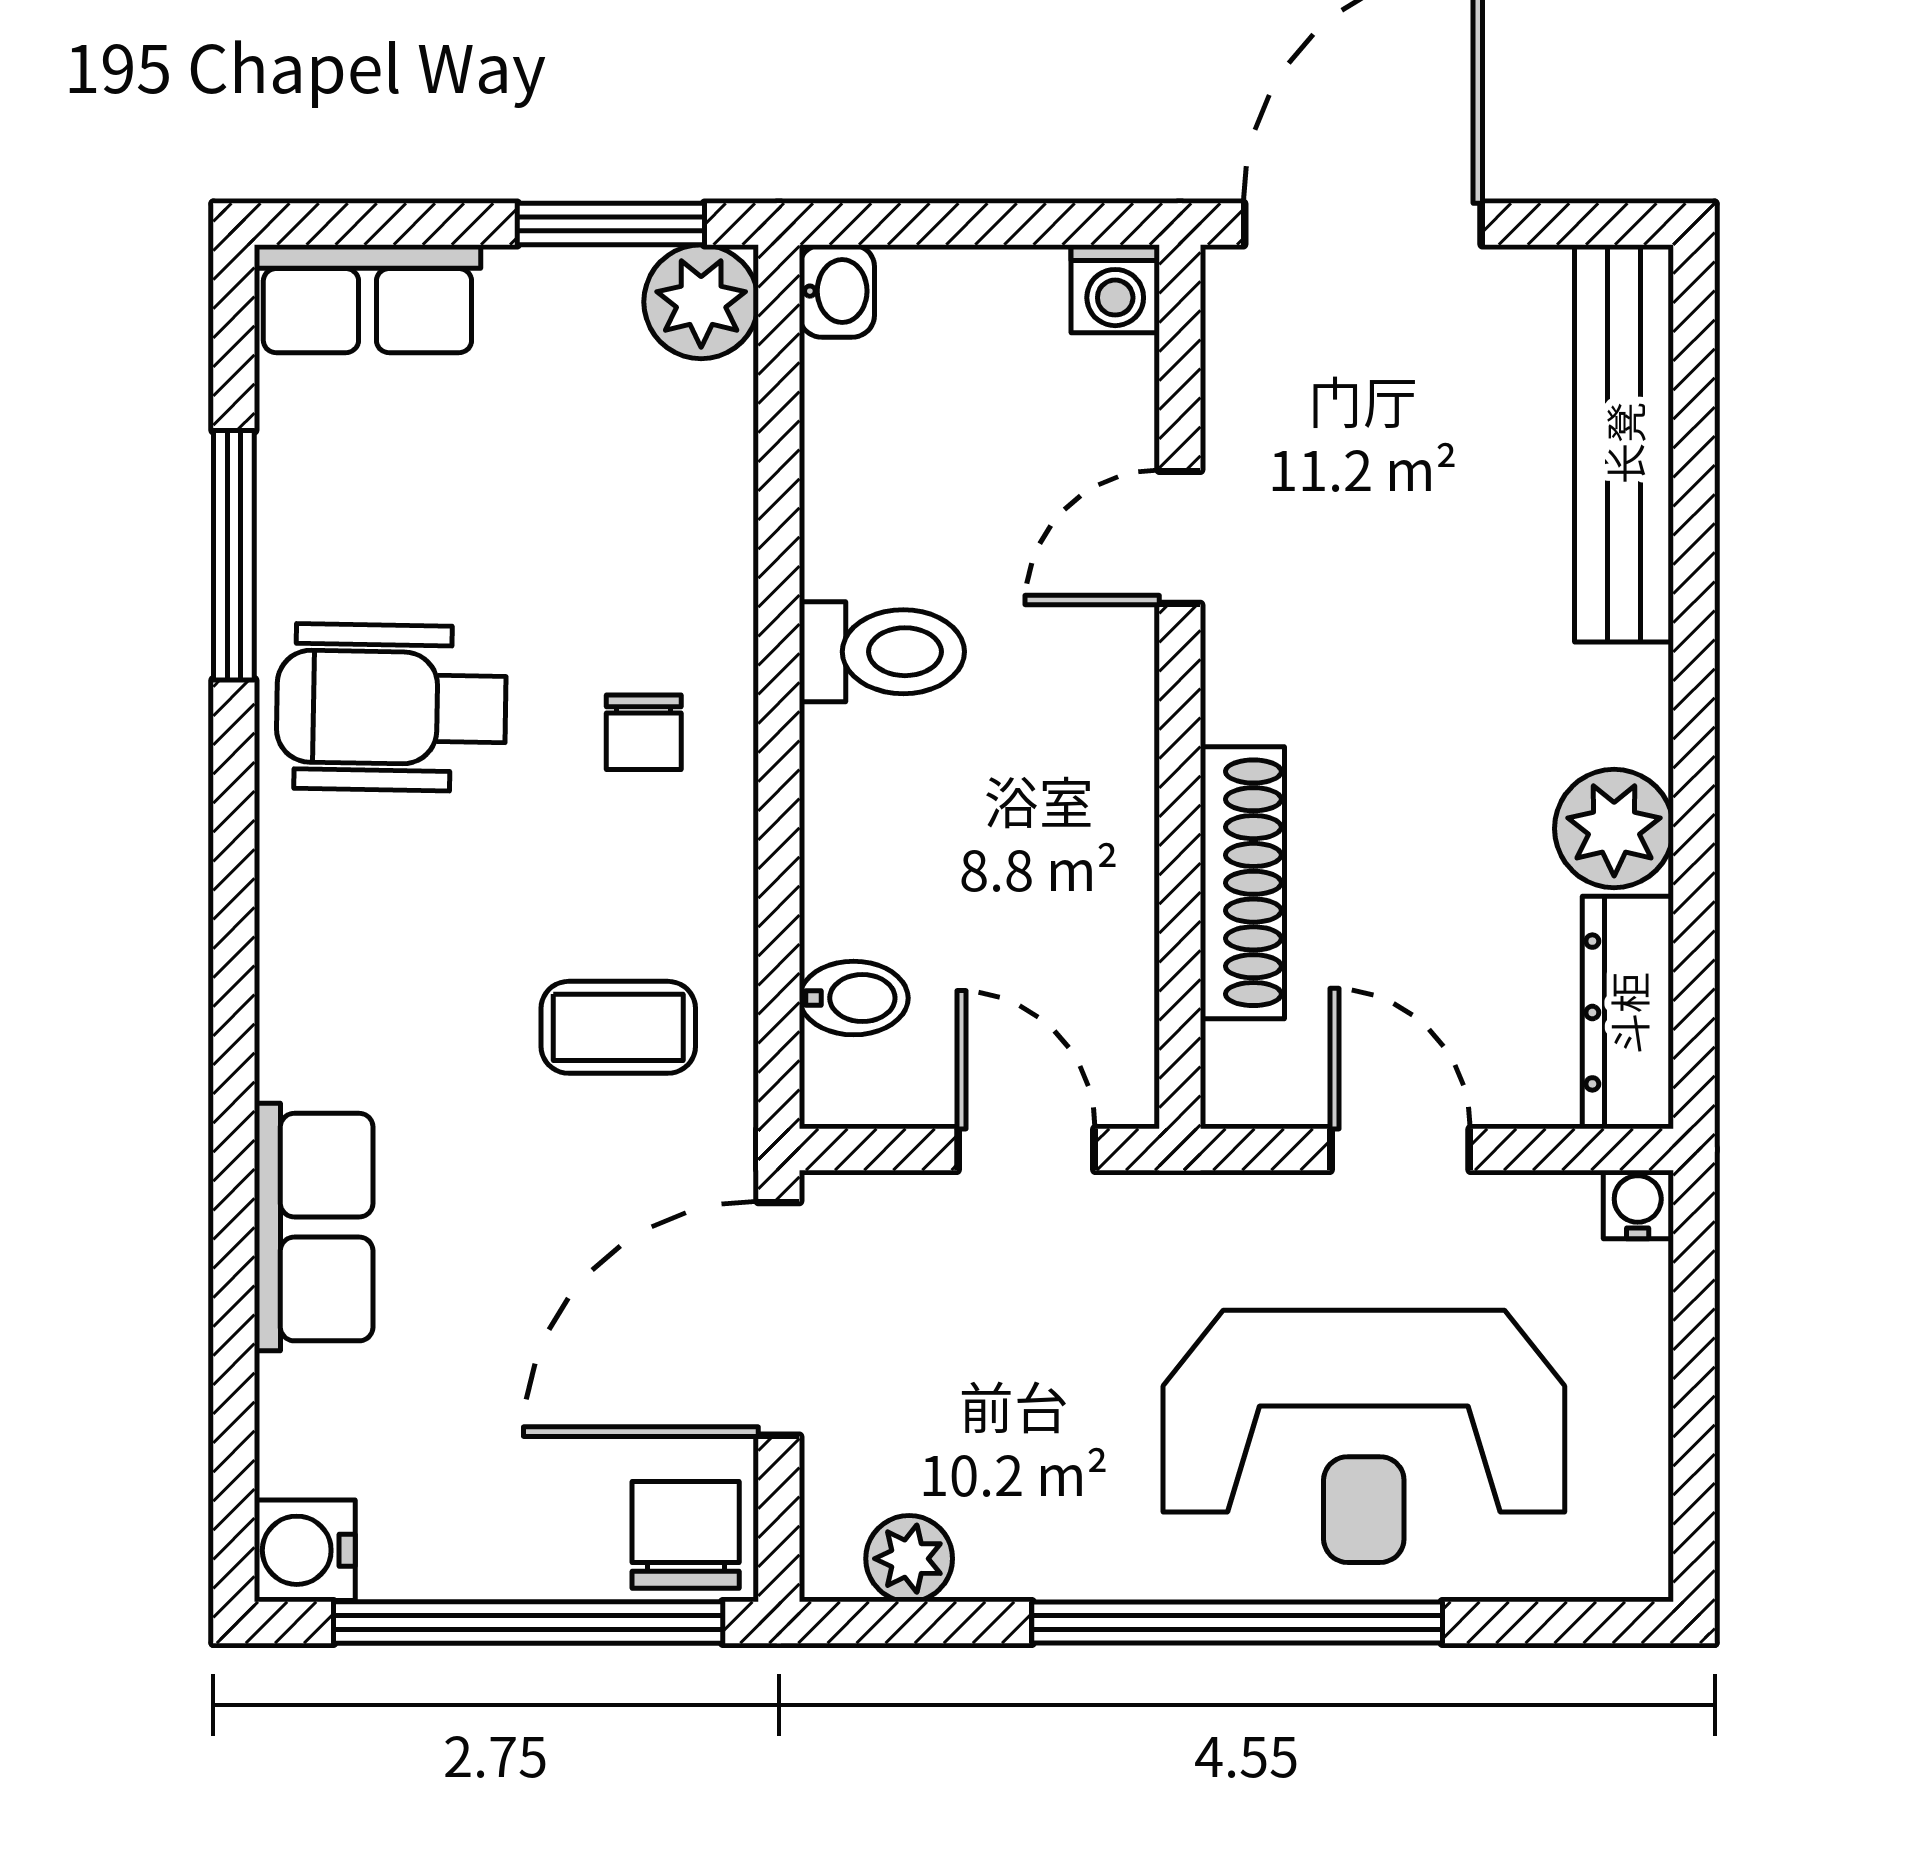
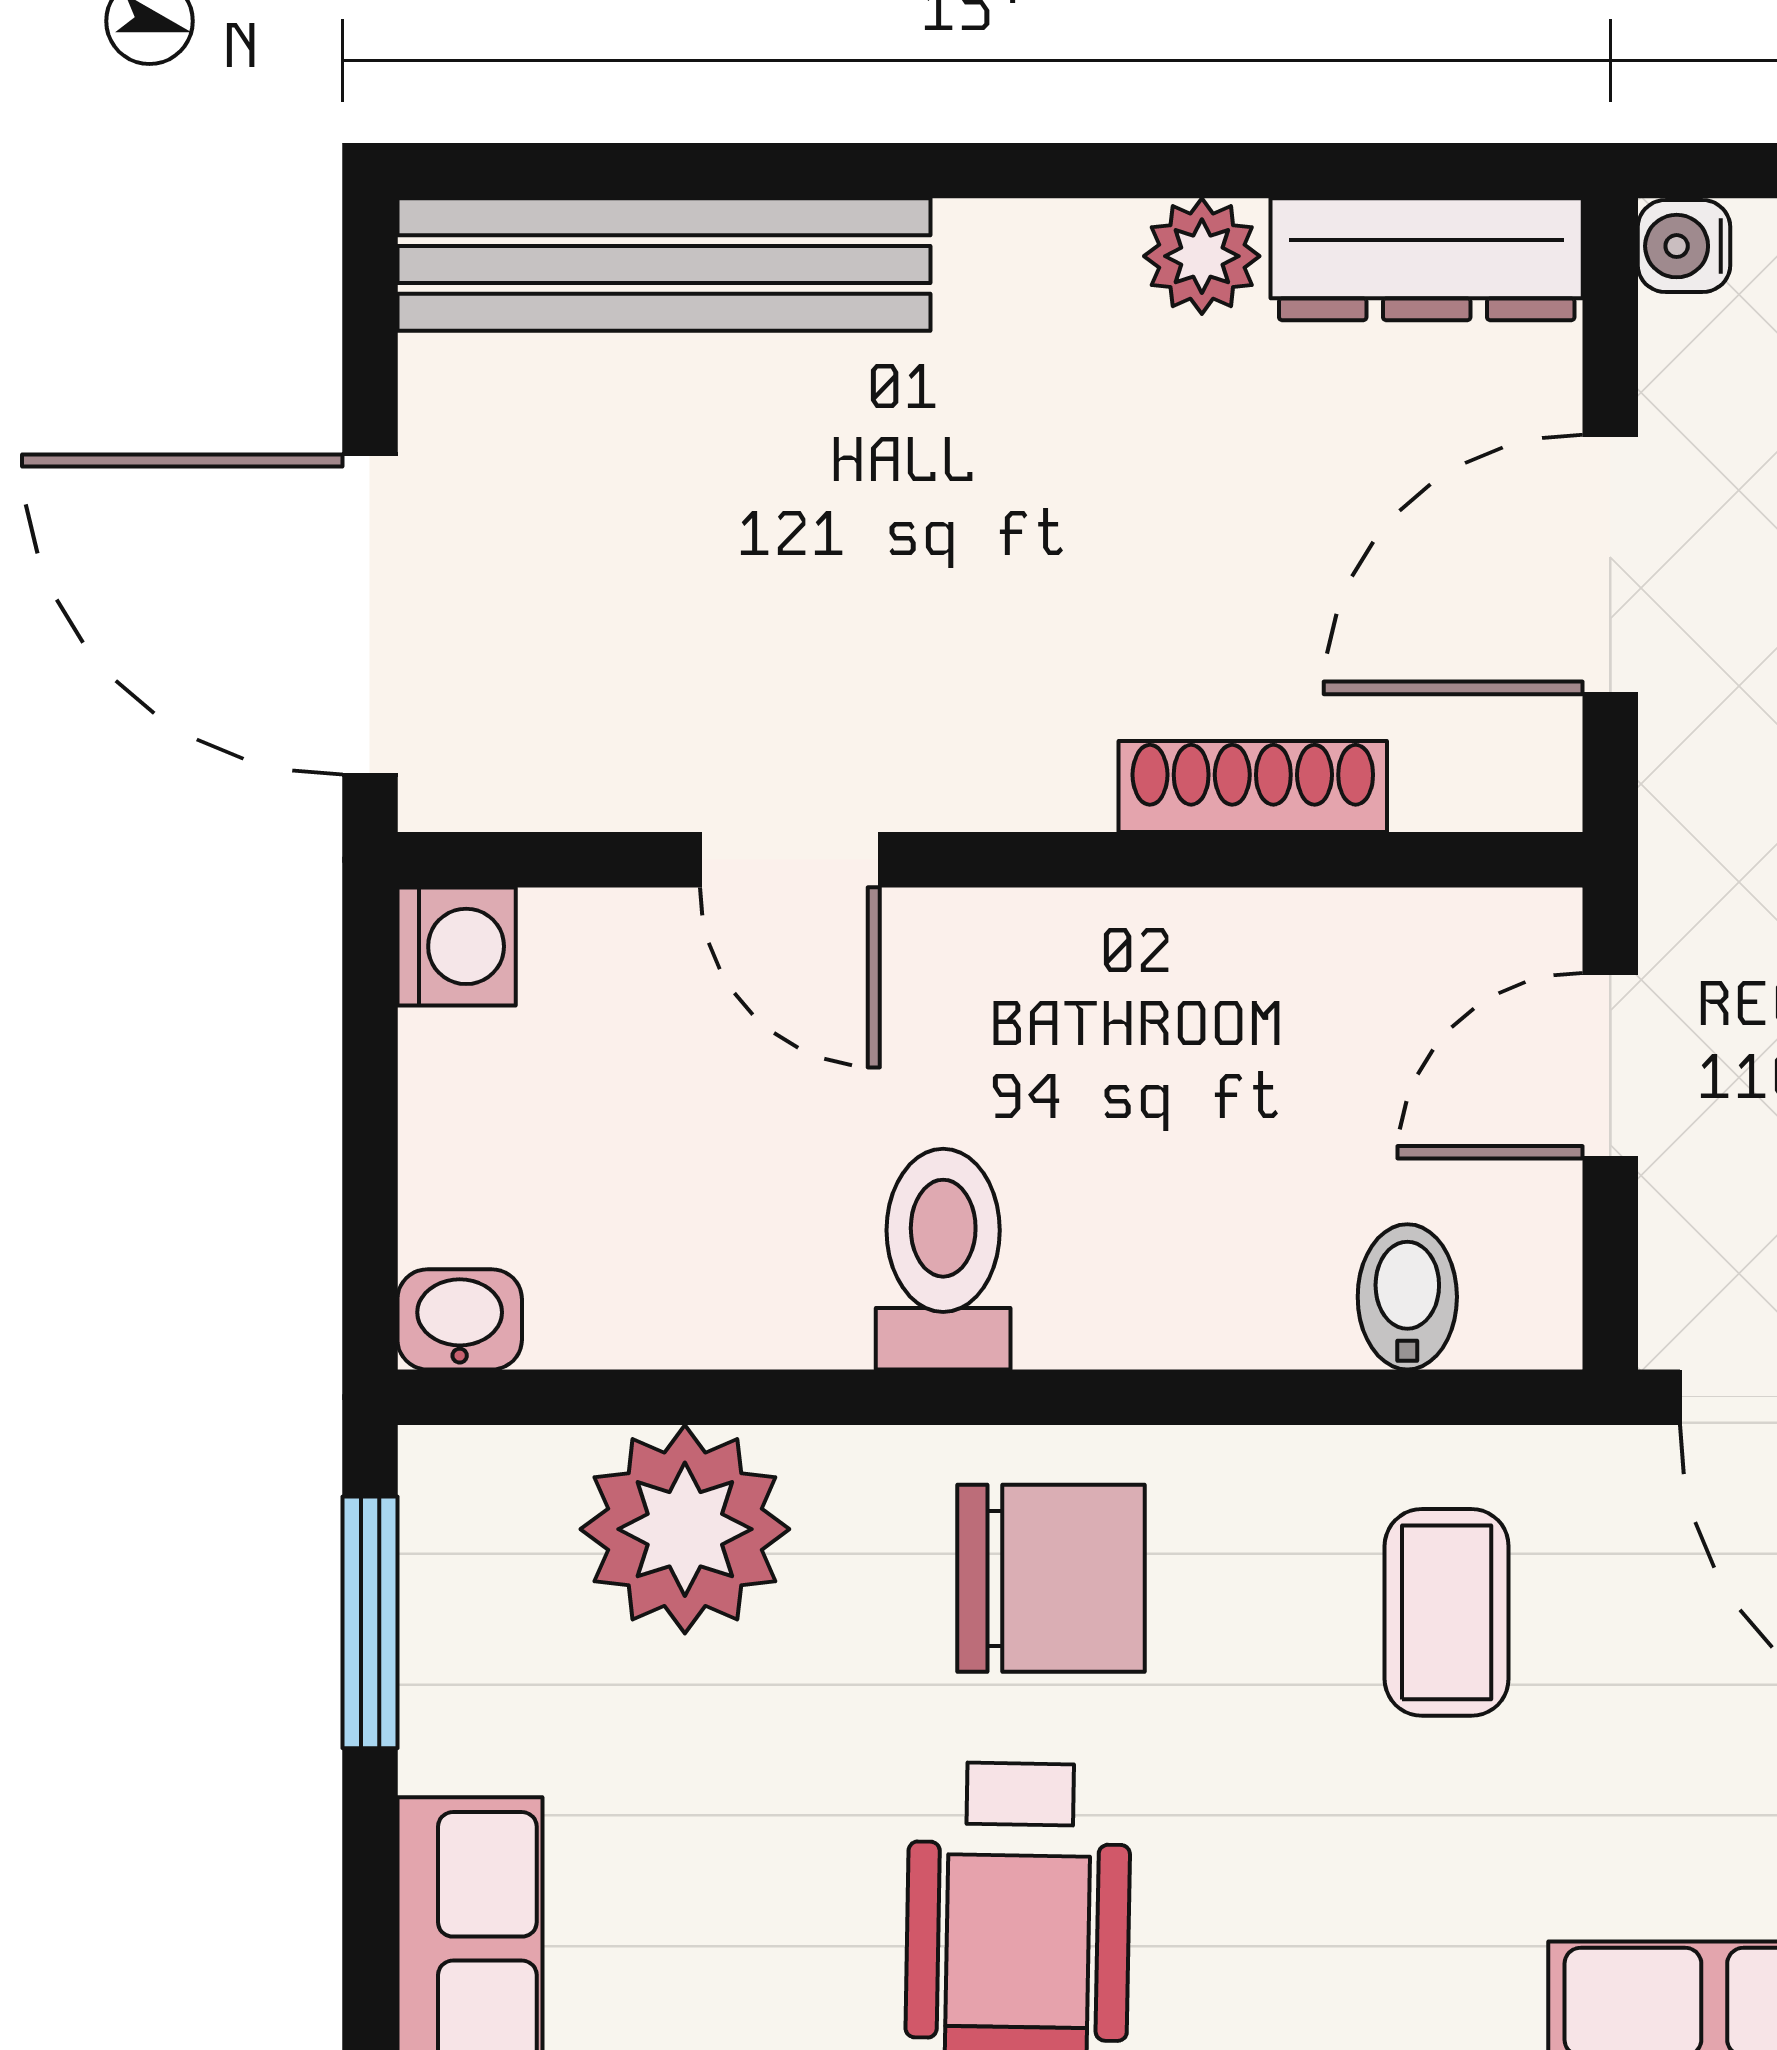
plant: (701, 302) -> (685, 1529), moved, width x1.36, depth x1.36
chair: (644, 732) -> (1051, 1578), width x1.87, depth x1.87
plant: (1614, 829) -> (1202, 256), width x0.73, depth x0.73
shoe rack: (1242, 883) -> (1253, 787), width x0.74, depth x0.81
door: (1400, 1149) -> (1610, 565), width x1.37

